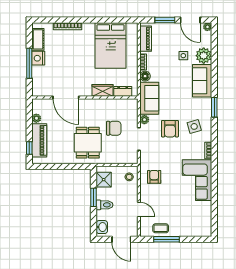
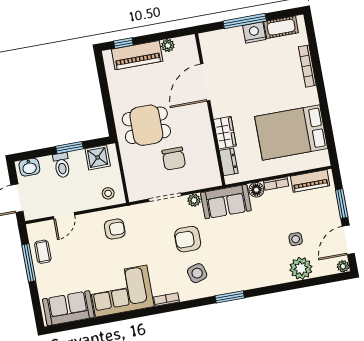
sofa: (202, 81) -> (68, 308), moved

